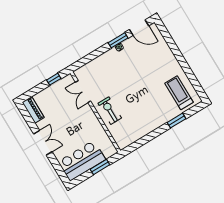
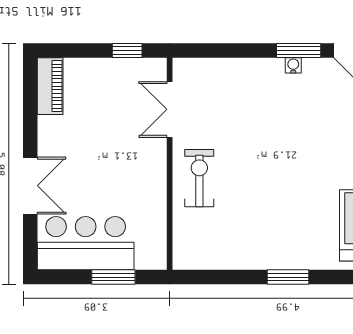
window: (177, 121) -> (288, 277), moved
double door: (43, 143) -> (30, 186), moved

